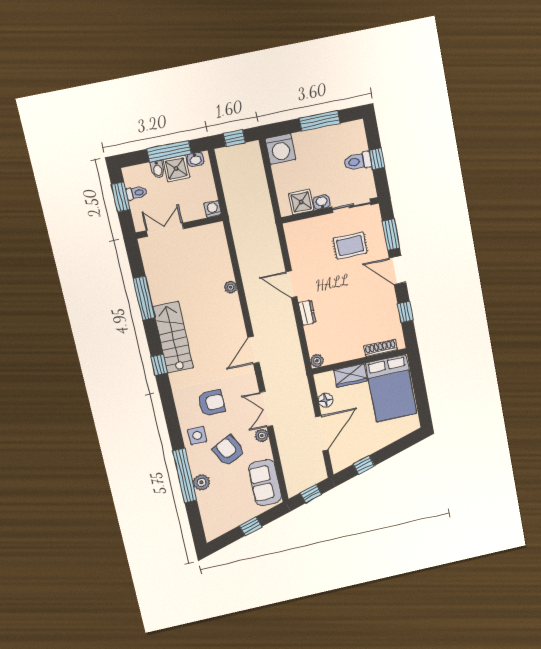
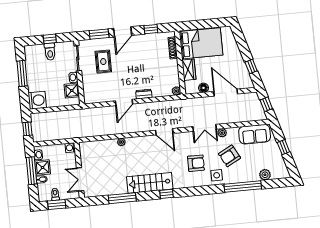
armchair: (212, 403) -> (196, 163), turned 90
plant: (201, 482) -> (265, 175), moved

